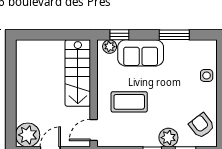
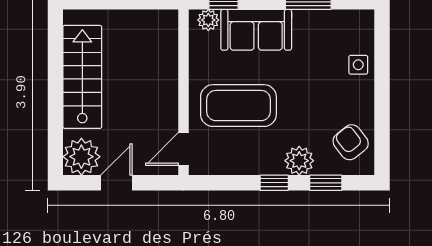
stairs: (78, 73) -> (82, 77), moved, turned 180
coffee table: (129, 102) -> (238, 106), width x1.36, depth x1.32

